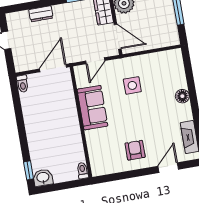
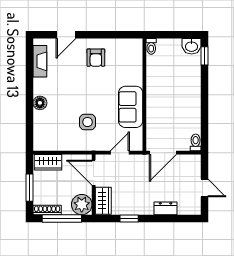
wardrobe: (164, 39) -> (48, 162), added

